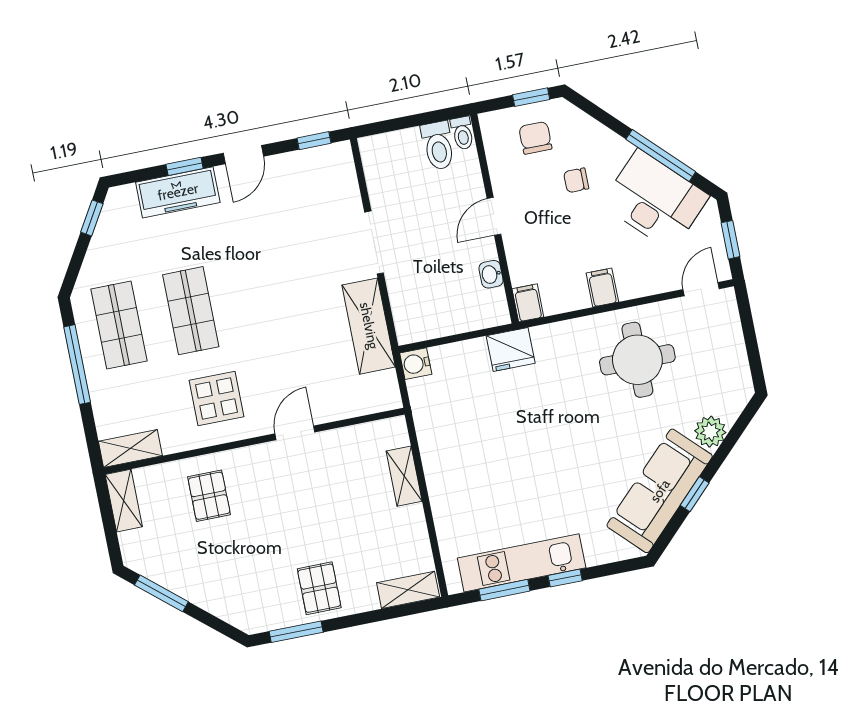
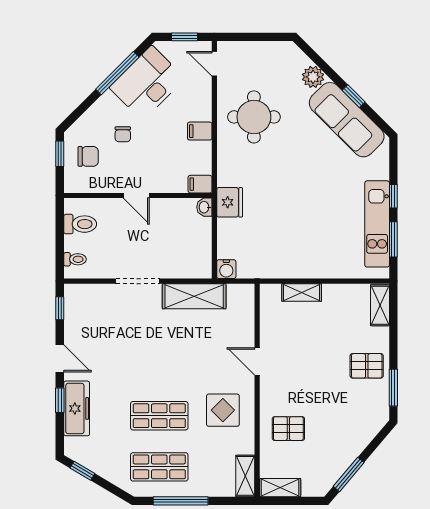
toilet: (462, 133) -> (75, 259), moved
chair: (535, 138) -> (88, 156), turned 180
washbasin: (491, 274) -> (204, 207), moved, turned 90

